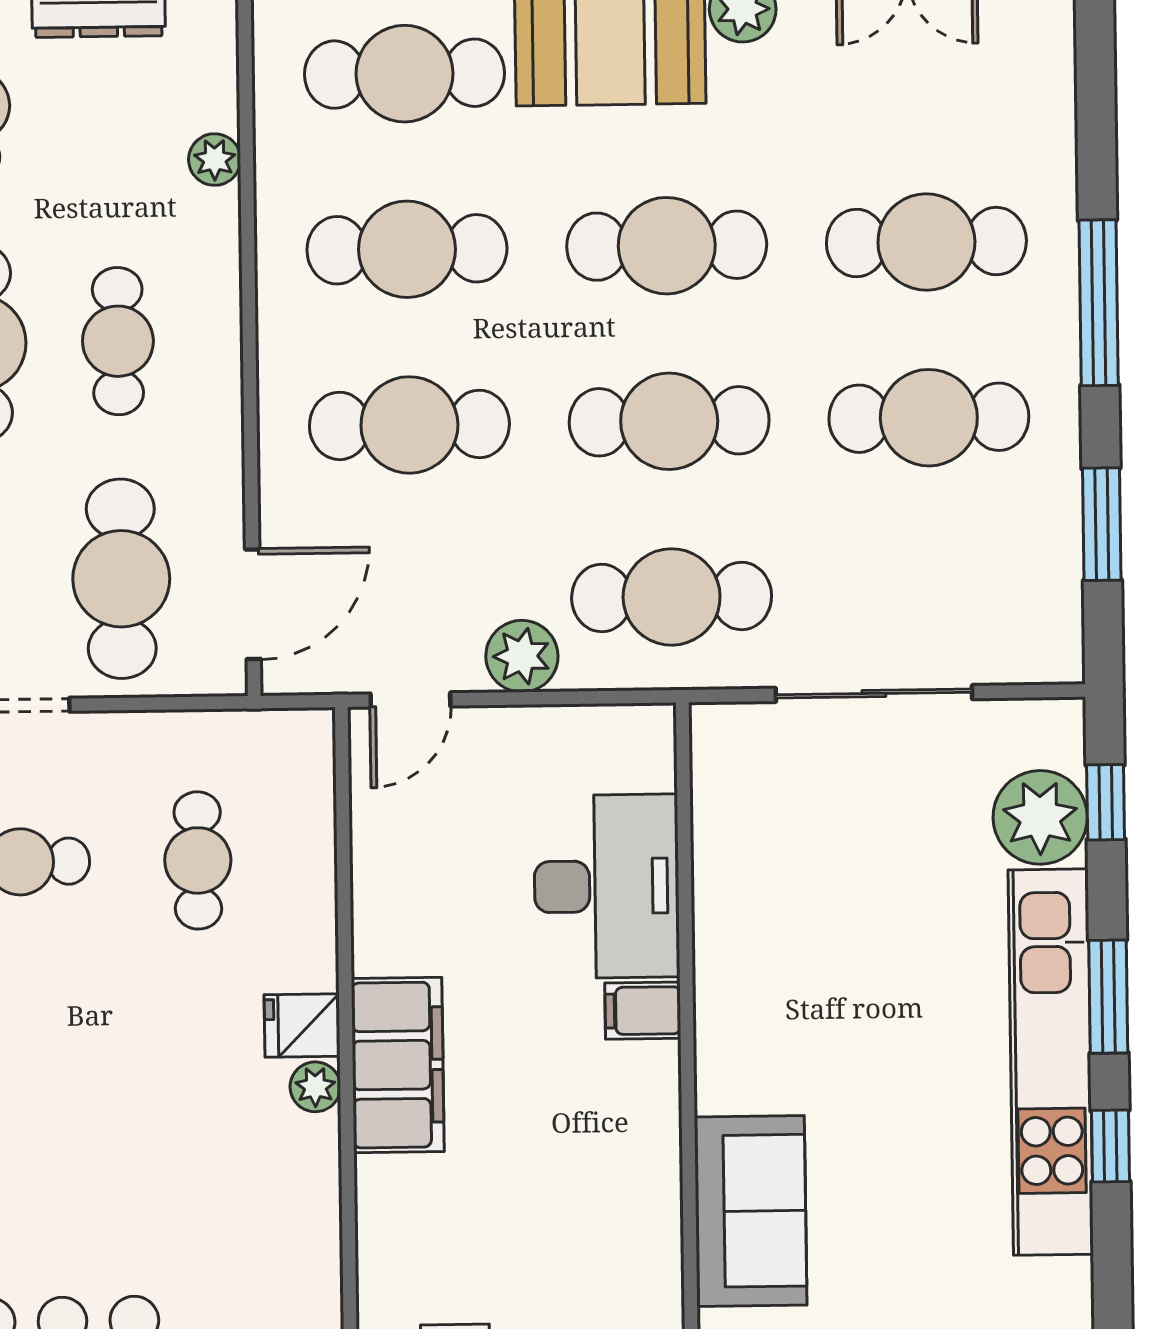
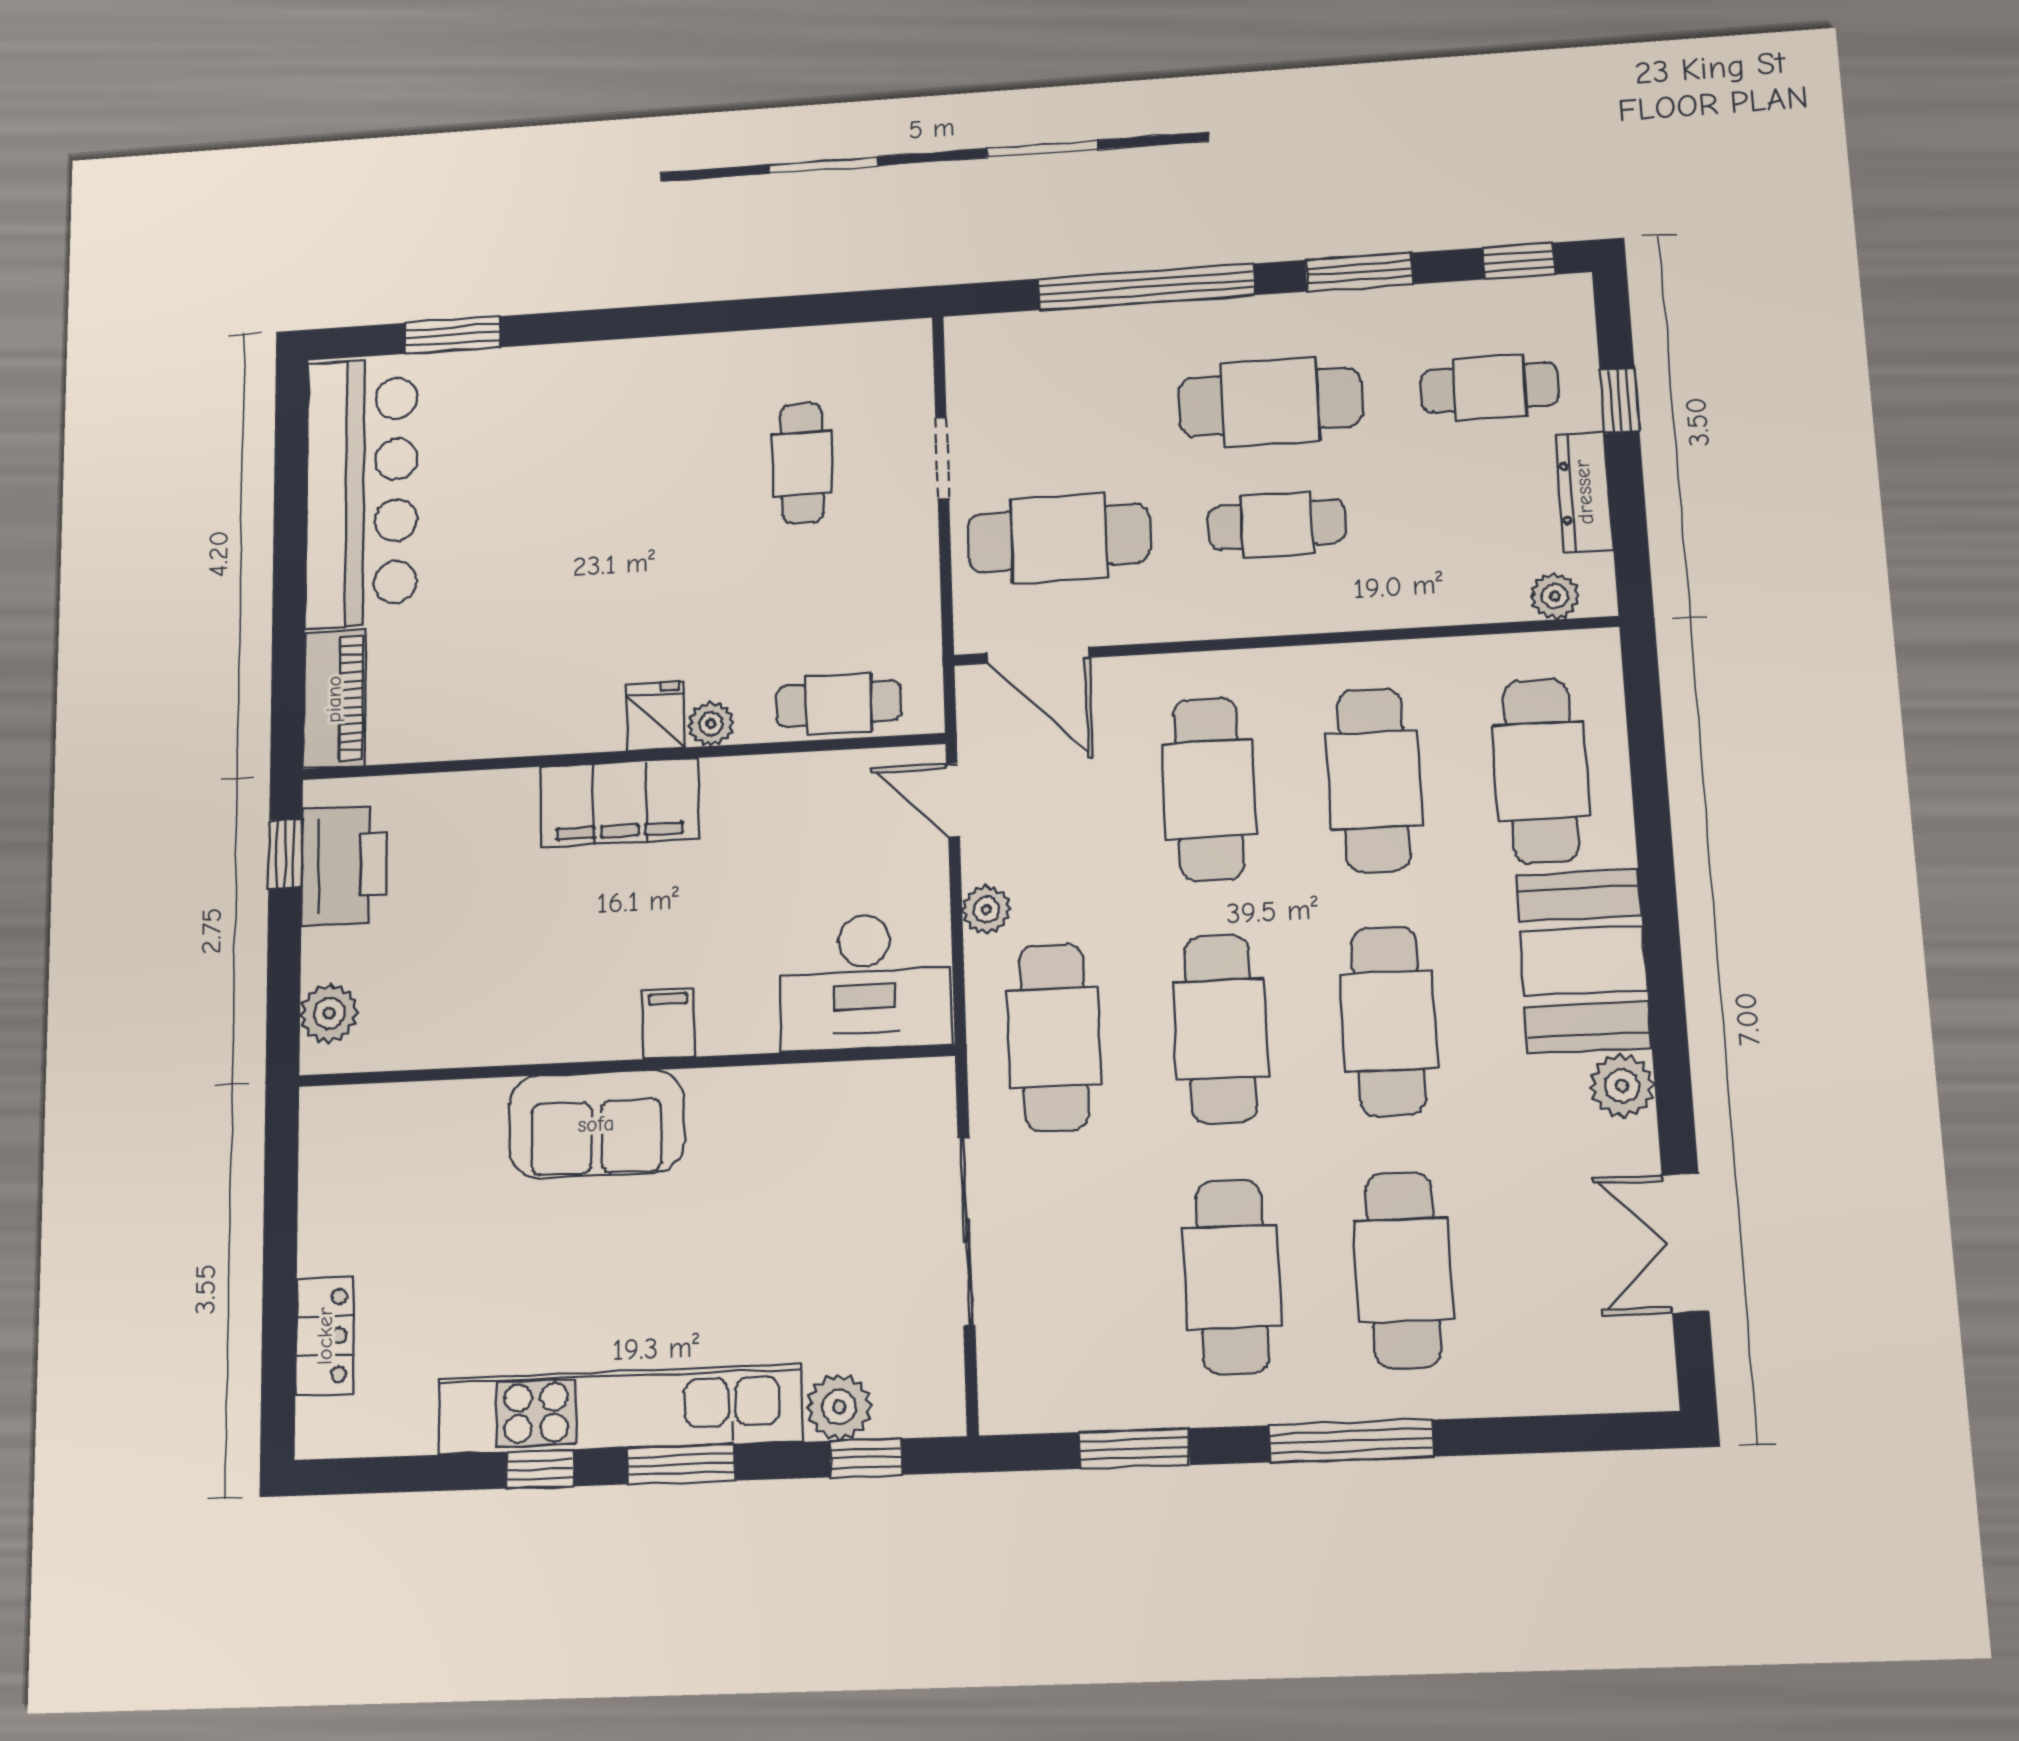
plant: (215, 160) -> (1555, 596), moved
plant: (522, 656) -> (986, 910), width x0.73, depth x0.73
plant: (1040, 817) -> (839, 1407), width x0.73, depth x0.73
cafe table: (198, 860) -> (839, 704), moved
desk: (607, 886) -> (865, 982), moved
plant: (315, 1087) -> (711, 724), moved
sofa: (751, 1211) -> (596, 1124), moved

